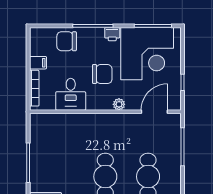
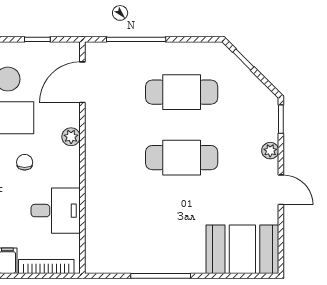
chair: (102, 74) -> (25, 162), width x0.54, depth x0.54
door: (154, 112) -> (82, 82), hinge flipped

